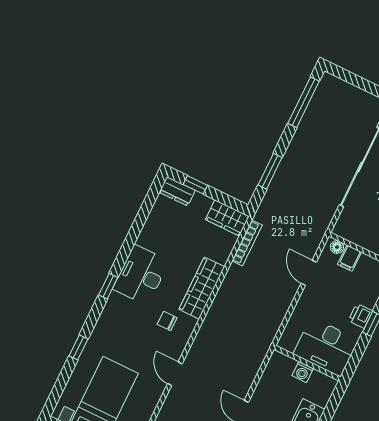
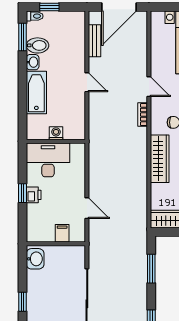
bookcase: (247, 243) -> (143, 115), moved, width x0.64
floor lamp: (337, 247) -> (75, 237), removed

